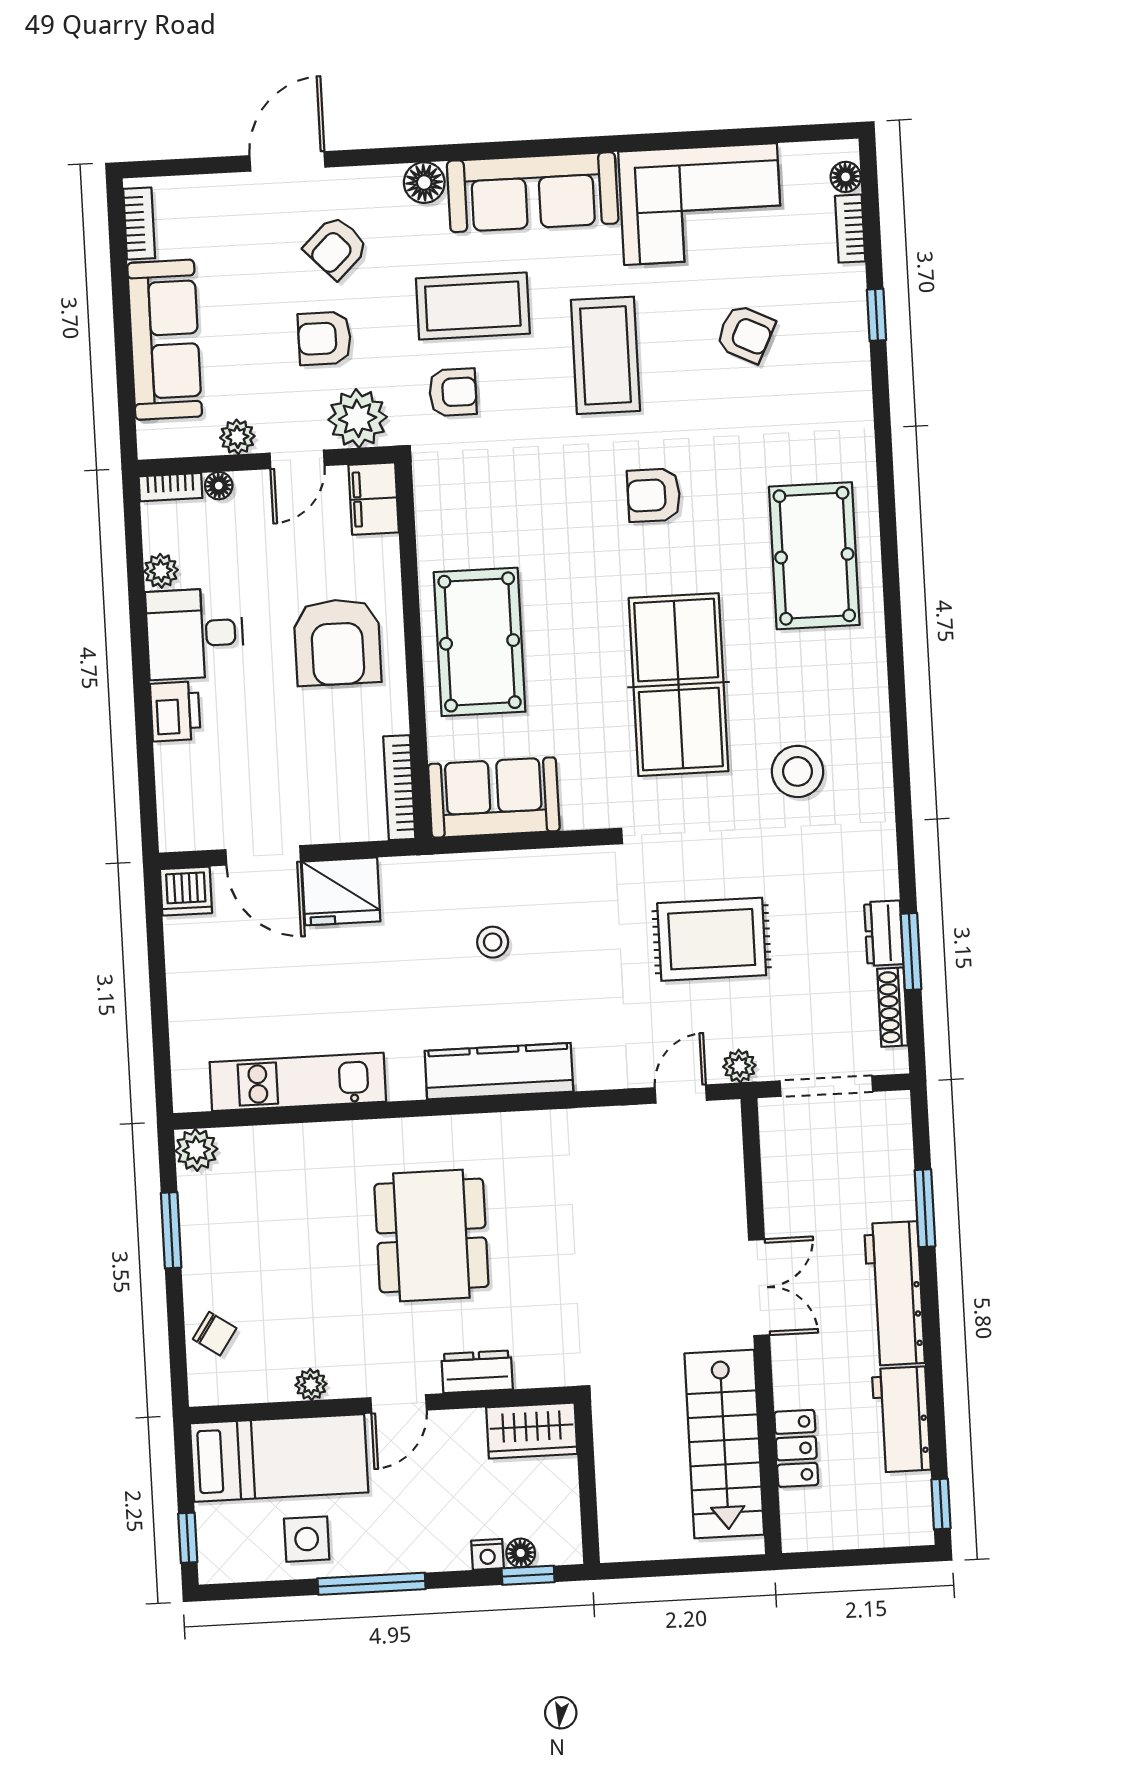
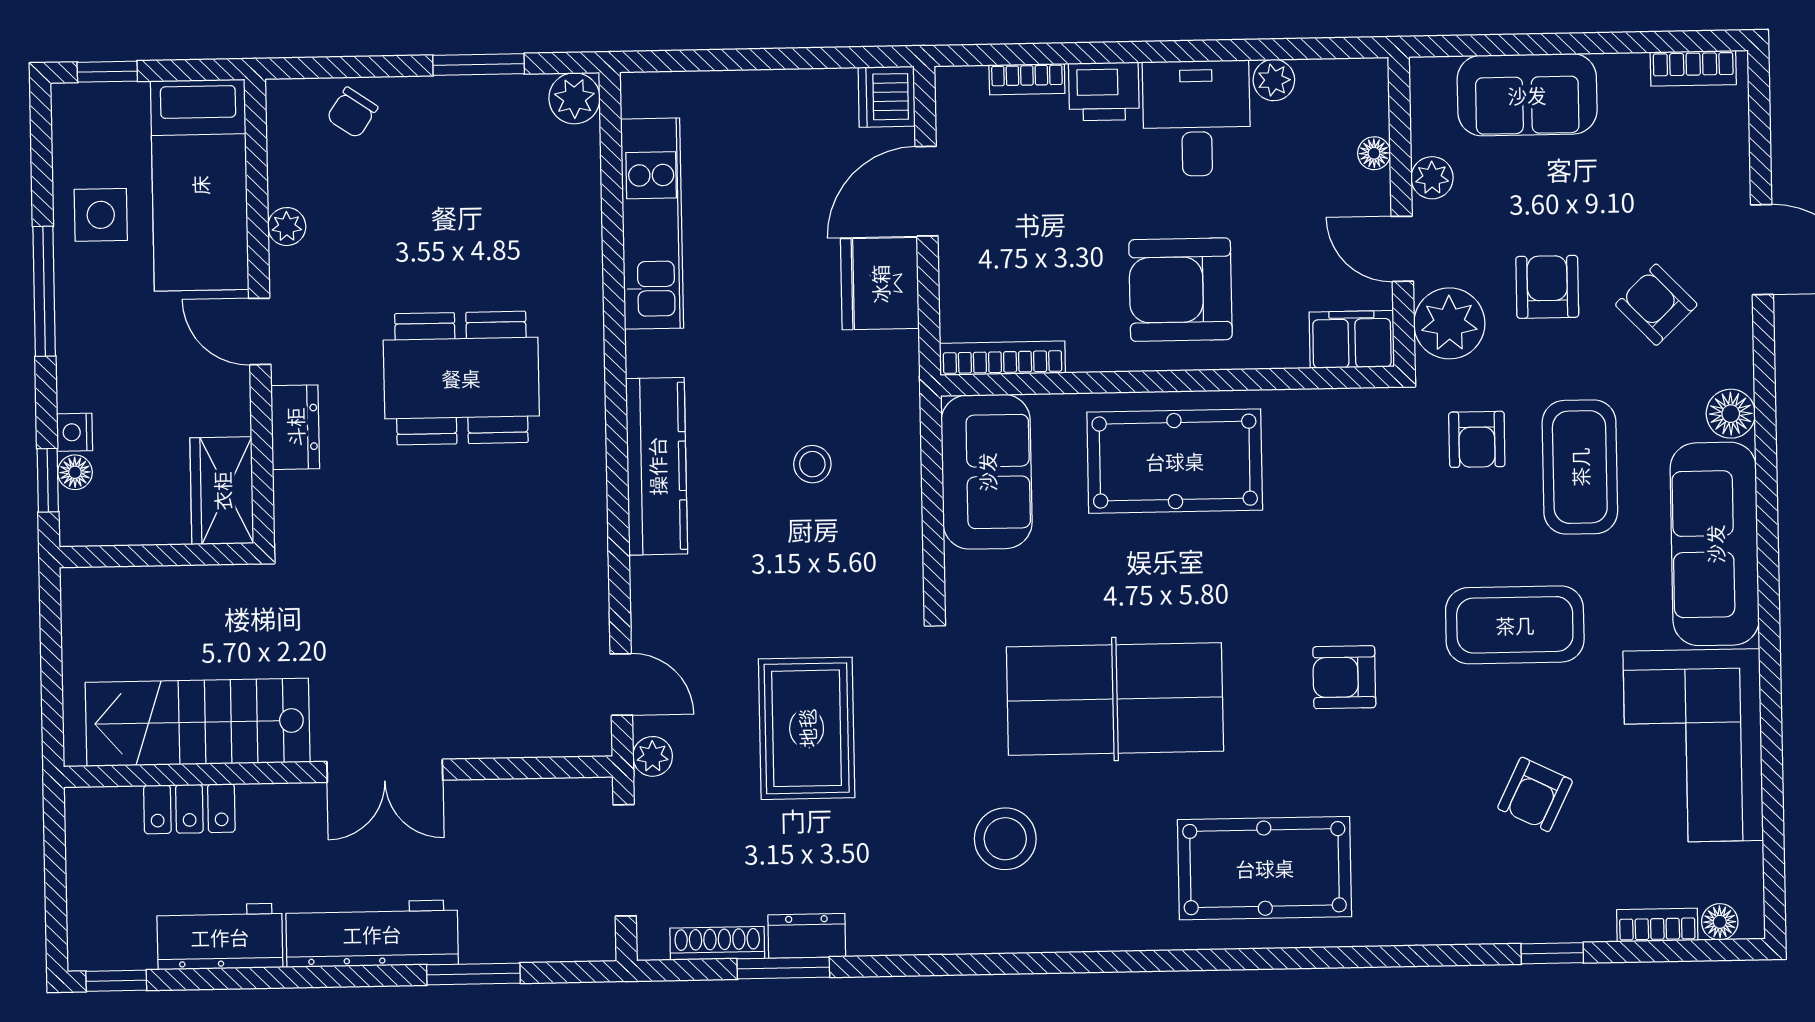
sofa: (165, 340) -> (1527, 95), width x0.73
bookcase: (171, 487) -> (1027, 79), moved, turned -90
armchair: (654, 495) -> (1344, 677), turned -90

